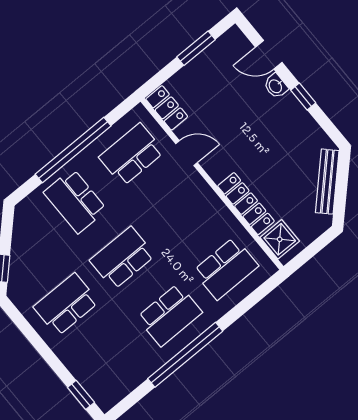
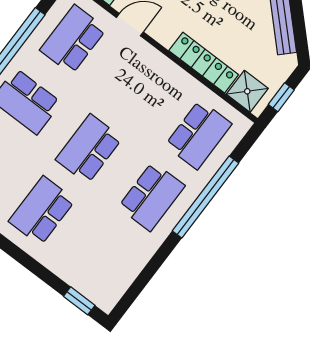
window: (310, 252) -> (281, 97), added
window: (185, 355) -> (205, 197), moved

